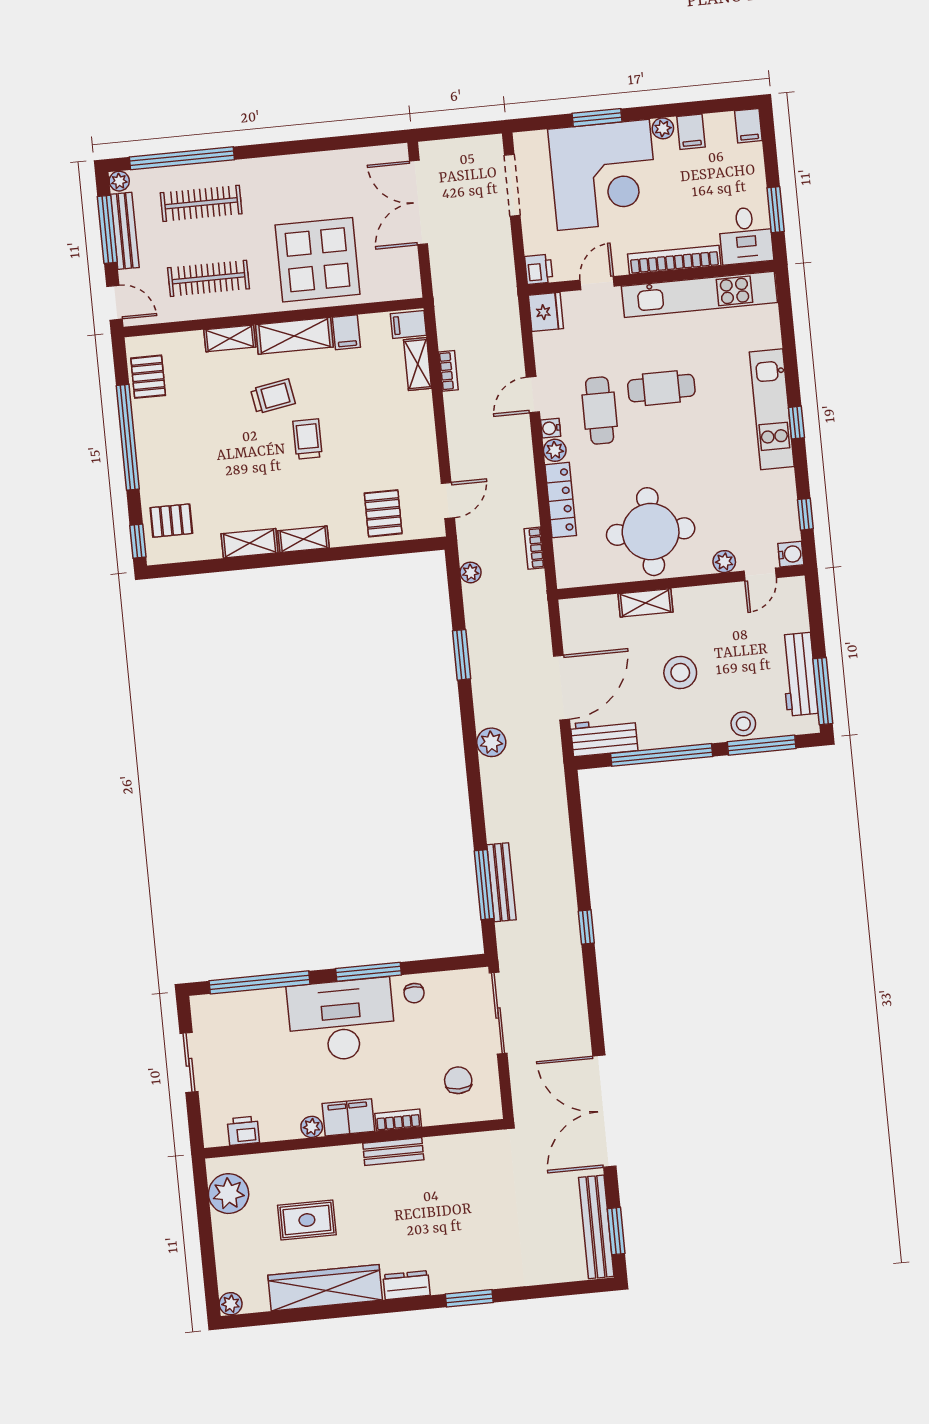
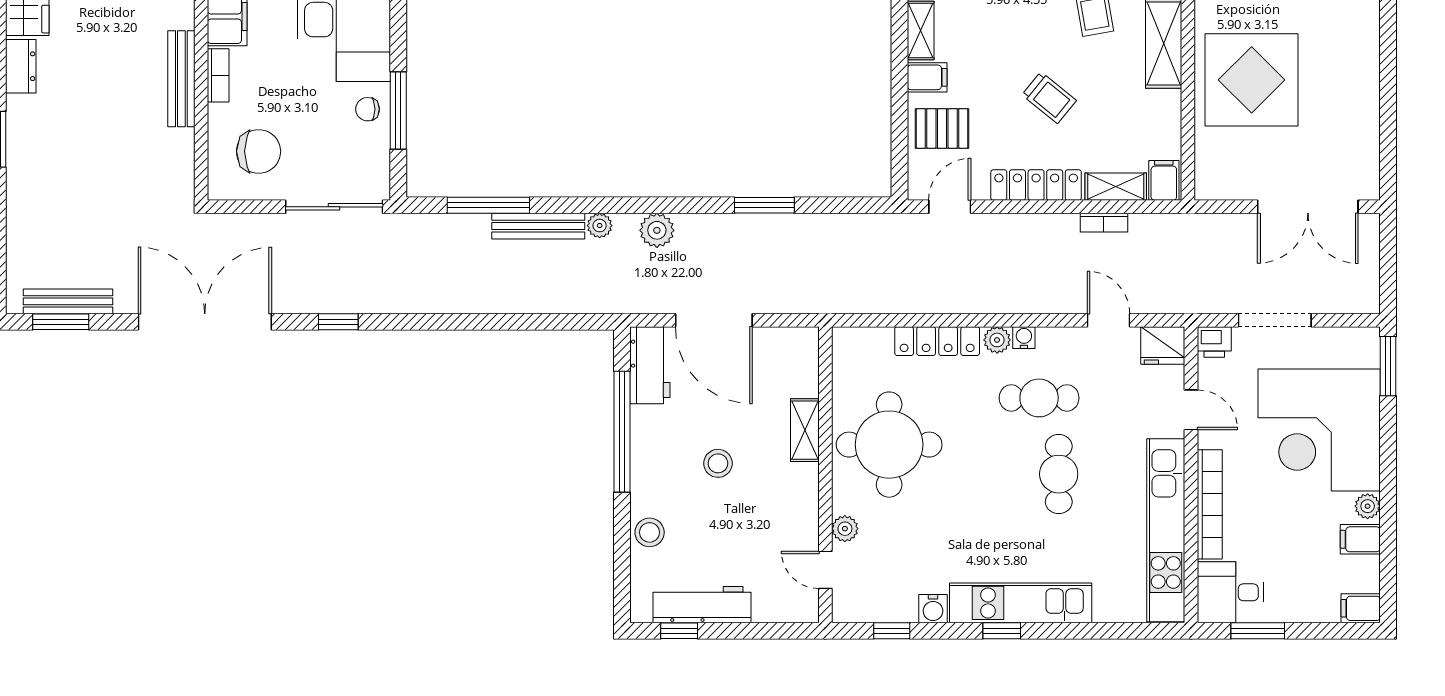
window: (597, 118) -> (1388, 366), moved
doorway: (512, 185) -> (1275, 320), moved
double door: (419, 203) -> (1308, 207), swing flipped
filing cabinet: (346, 332) -> (927, 77), moved, turned 180
door: (533, 395) -> (1109, 320), moved
locker: (423, 430) -> (1036, 185), added
trolley: (308, 439) -> (1049, 98), moved, turned 39
door: (448, 501) -> (950, 207), swing flipped
bookcase: (534, 548) -> (883, 304), removed
water cooler: (791, 554) -> (933, 609), moved
plant: (471, 572) -> (600, 226), moved
stool: (680, 672) -> (718, 463), width x0.73, depth x0.73
window: (823, 691) -> (679, 631), width x0.46
window: (762, 745) -> (622, 552), removed
bench: (501, 882) -> (538, 226), moved
window: (586, 927) -> (338, 322), moved
window: (369, 972) -> (398, 110), moved
chair: (458, 1080) -> (259, 151), width x1.37, depth x1.37
bench: (393, 1152) -> (181, 79), width x1.36
bench: (596, 1227) -> (68, 301), width x0.73, depth x0.82

